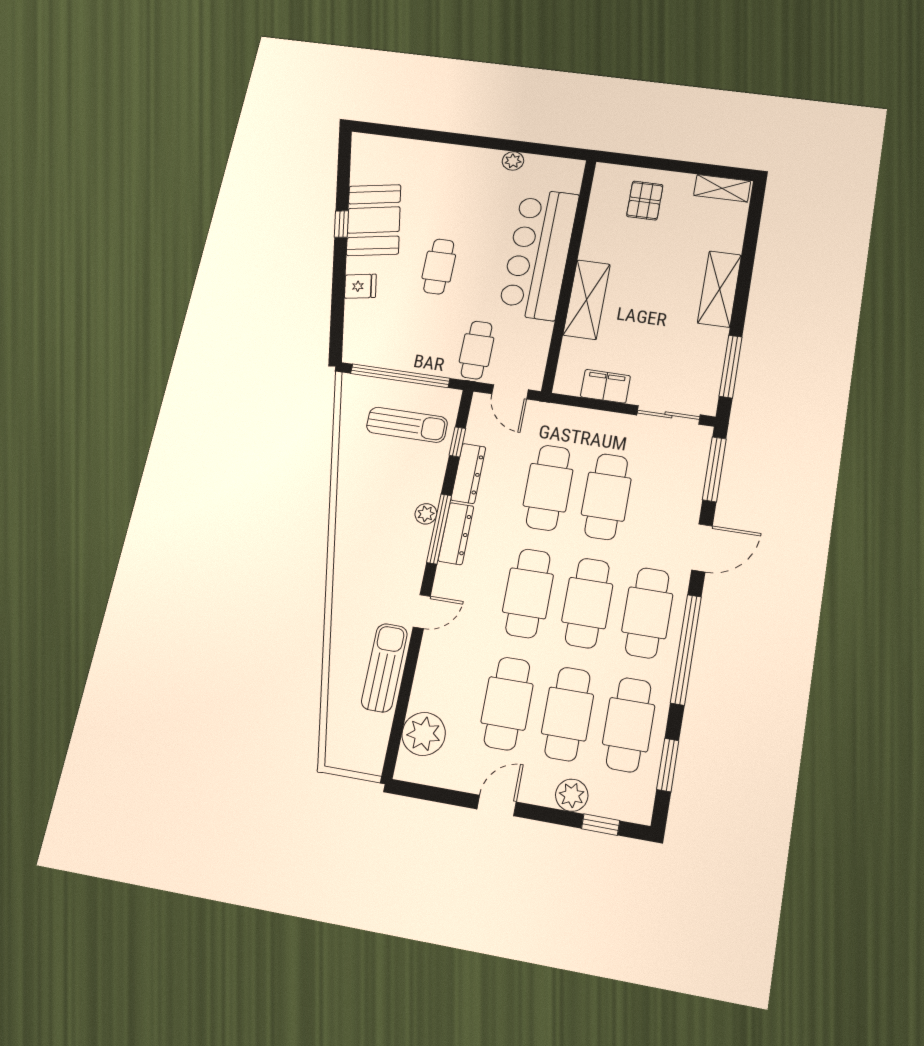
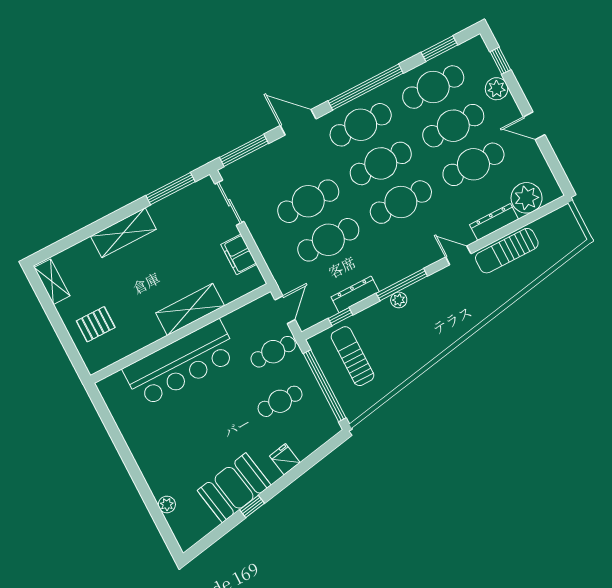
plant: (513, 161) -> (167, 504), moved
cafe table: (439, 267) -> (280, 401), moved
dresser: (456, 534) -> (494, 222), moved

